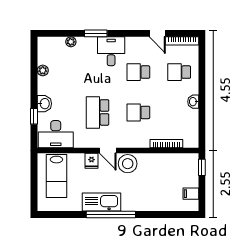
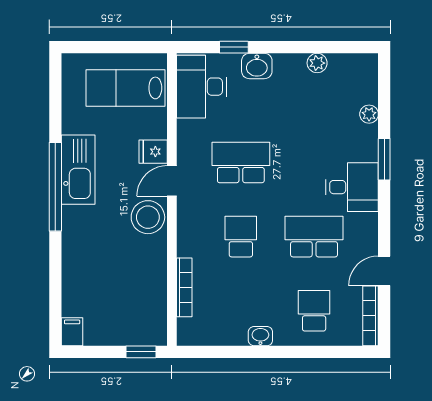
school desk: (138, 72) -> (314, 237), width x1.85
filing cabinet: (191, 194) -> (72, 332), moved

